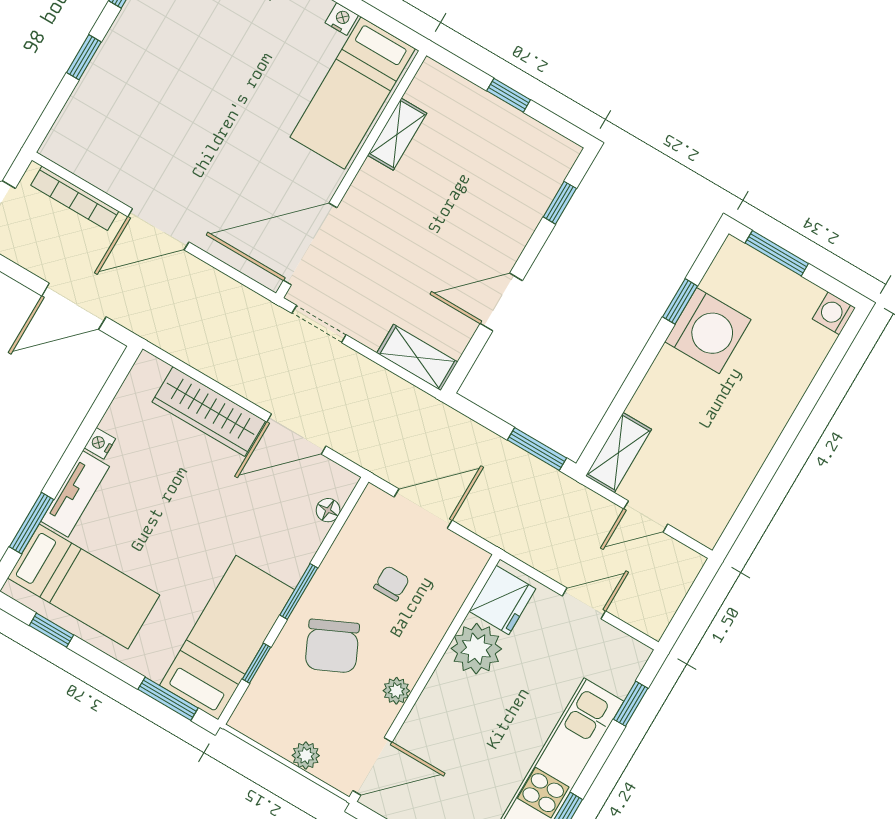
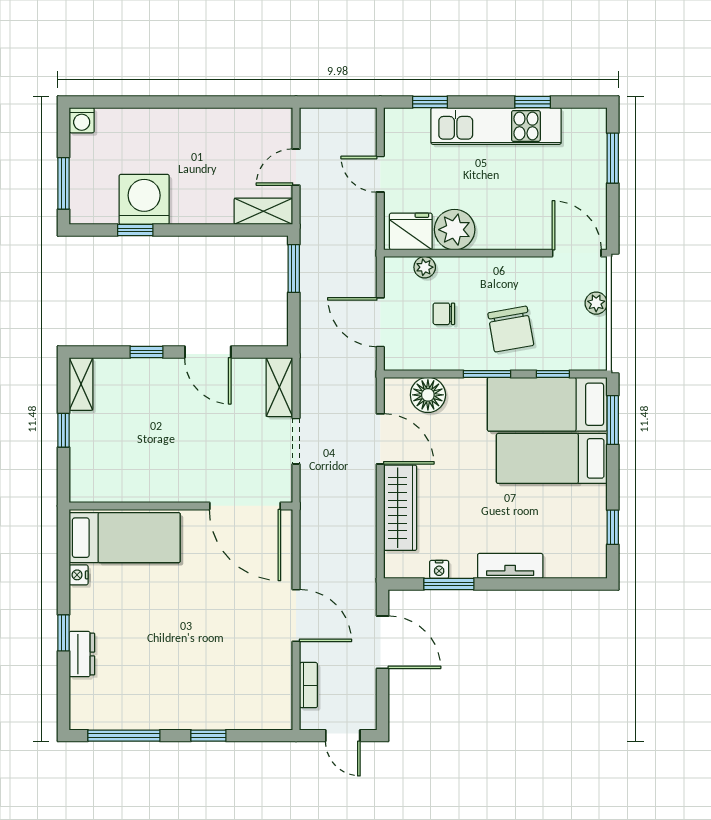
shelving: (397, 134) -> (81, 384), moved, turned 90
bookcase: (75, 198) -> (308, 685), width x0.64
window: (560, 203) -> (146, 352), moved
doorway: (319, 324) -> (296, 441), moved
nightstand: (100, 443) -> (439, 569), moved
floor lamp: (328, 510) -> (428, 395), width x1.89, depth x1.89
door: (646, 516) -> (296, 167), swing flipped
window: (31, 523) -> (449, 584), moved
bed: (84, 586) -> (552, 458), moved, turned -90
chair: (332, 646) -> (511, 329), turned 105
plant: (396, 691) -> (425, 267), moved

